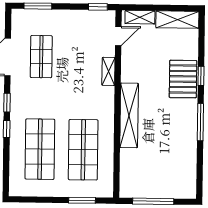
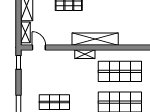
shelving: (108, 71) -> (85, 54), moved

